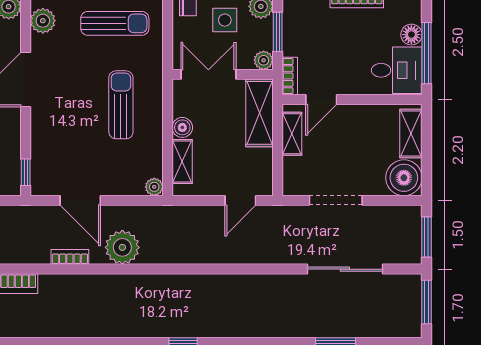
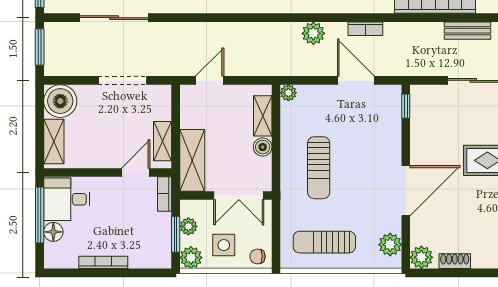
plant: (264, 60) -> (188, 226), moved
plant: (122, 247) -> (313, 33), width x0.73, depth x0.73

